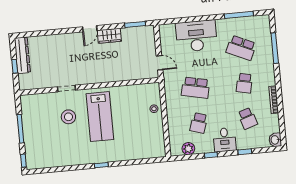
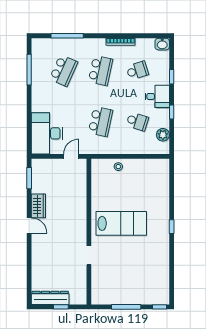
desk: (196, 36) -> (47, 133), moved
school desk: (244, 83) -> (100, 71), width x1.85
stool: (68, 117) -> (118, 256), removed

